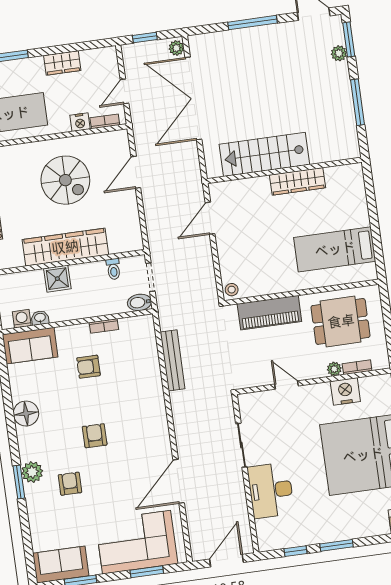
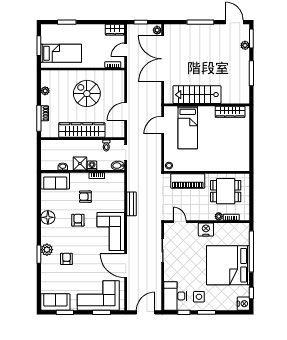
wardrobe: (62, 63) -> (115, 30), moved
nightstand: (80, 122) -> (99, 63), removed
door: (136, 172) -> (126, 112), moved
spiral stairs: (65, 180) -> (87, 94), turned 180
wardrobe: (297, 181) -> (230, 112), moved
bed: (335, 249) -> (188, 127), moved, turned -90
shower: (57, 279) -> (80, 163), moved
washing machine: (22, 319) -> (92, 166), moved
bench: (173, 360) -> (132, 204), width x0.73
door: (286, 385) -> (180, 222), moved
nightstand: (345, 391) -> (206, 229), moved
corner sofa: (143, 423) -> (111, 232), added
armchair: (95, 436) -> (78, 220), moved
door: (179, 481) -> (126, 266), hinge flipped
desk: (271, 490) -> (175, 296), moved
side table: (319, 519) -> (199, 297), added

